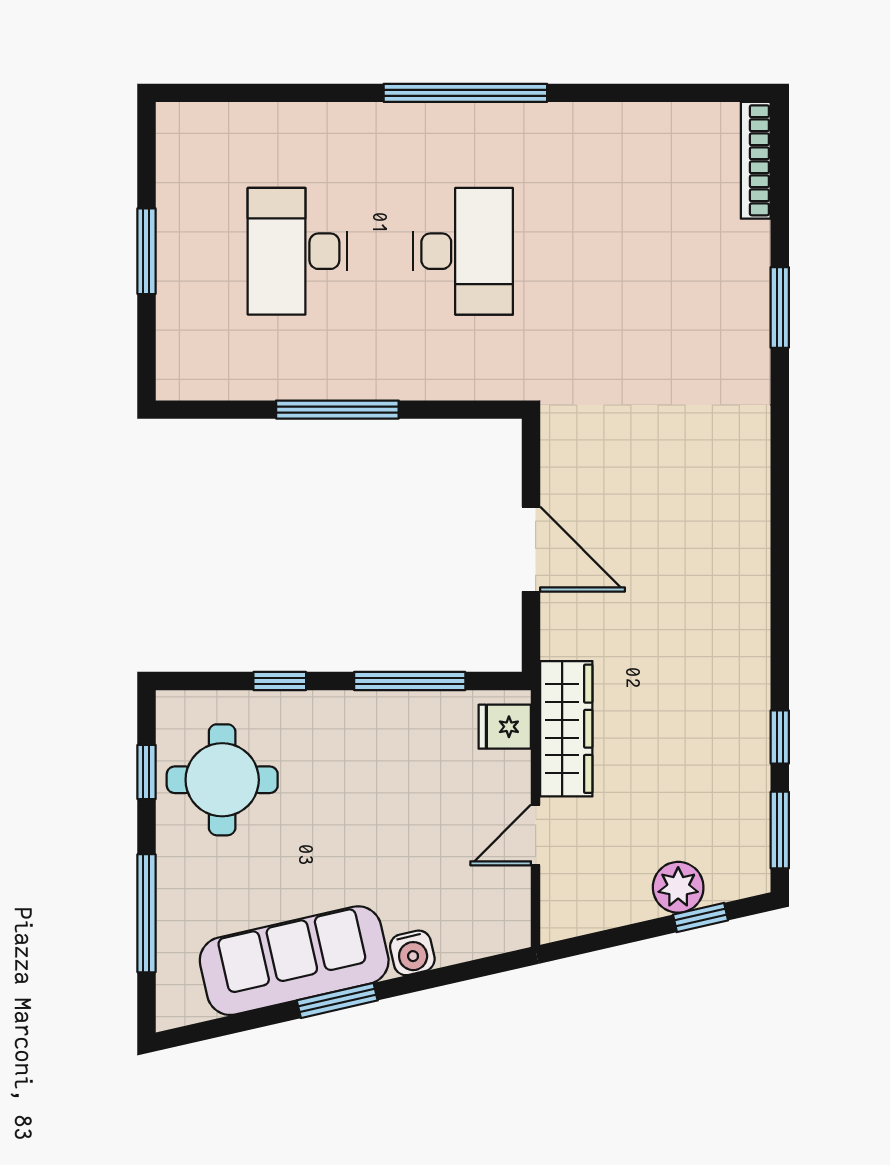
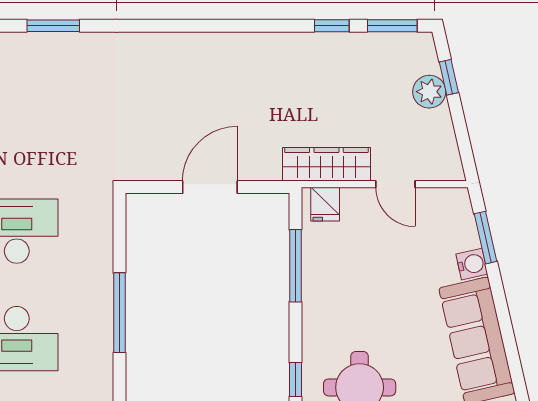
window: (280, 681) -> (295, 379), moved
window: (337, 1000) -> (486, 238), moved

